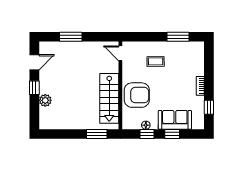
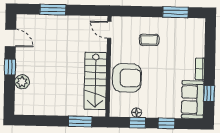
door: (34, 62) -> (11, 38), hinge flipped
sofa: (175, 120) -> (193, 100), moved, turned -90

